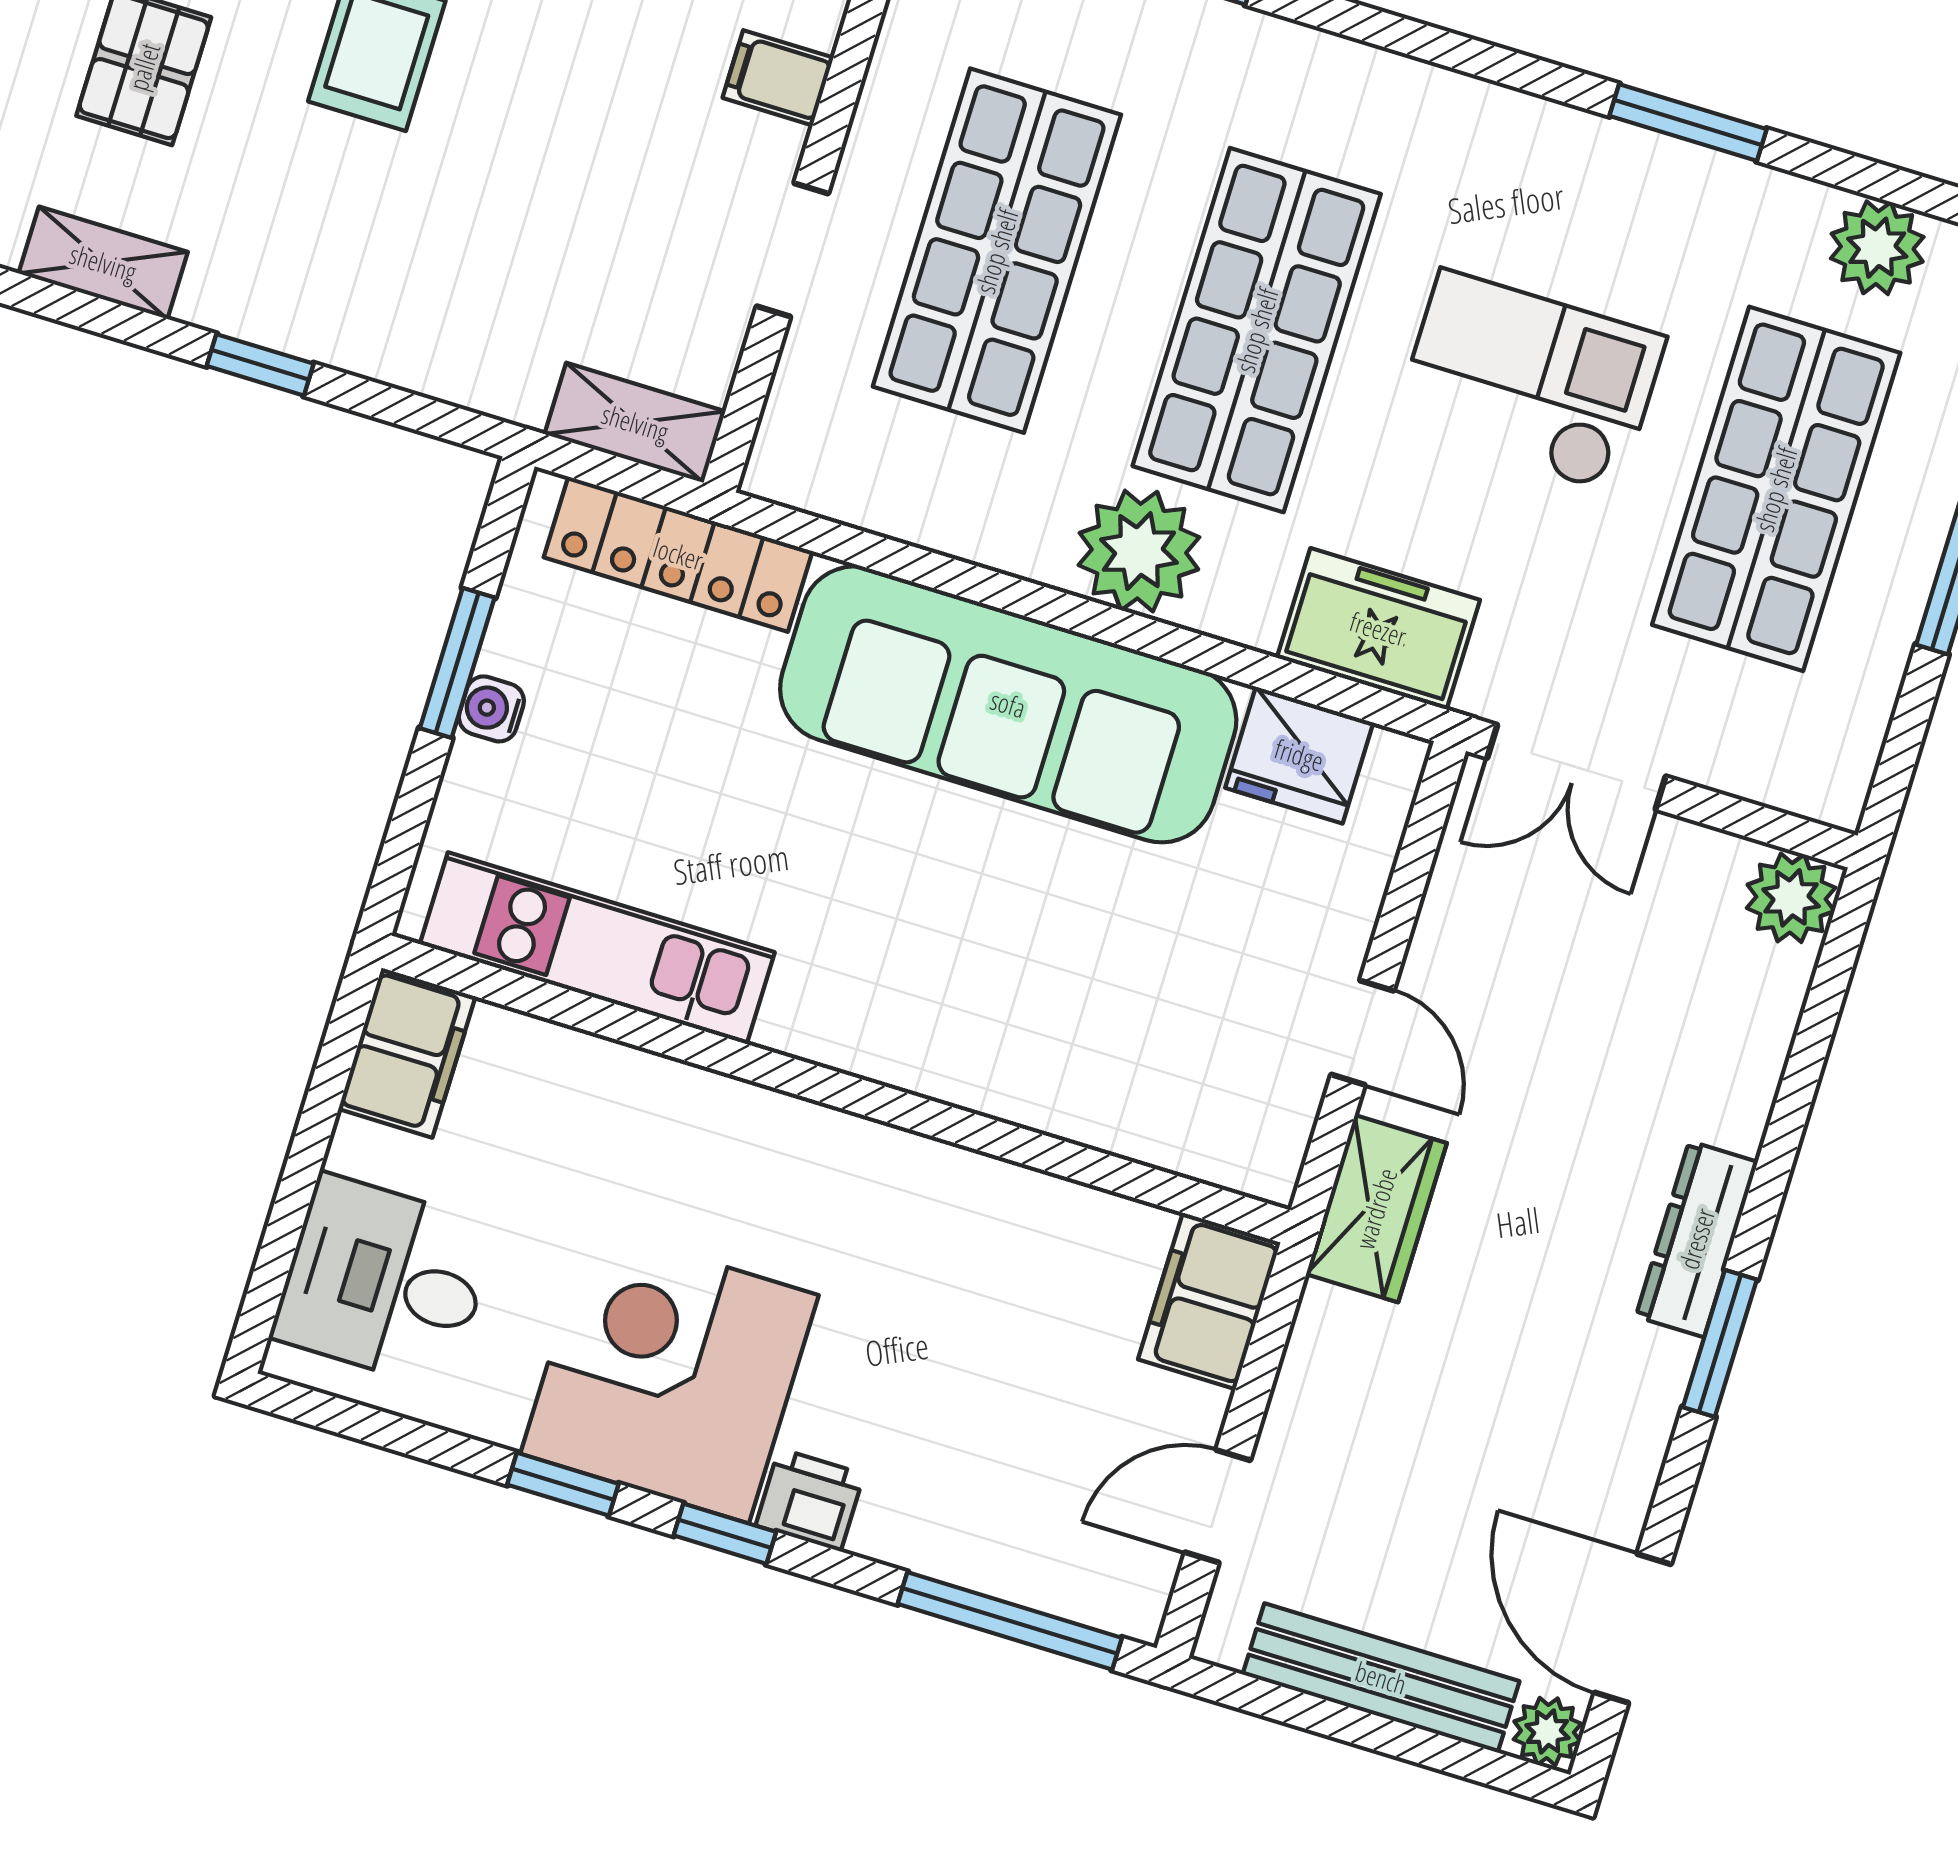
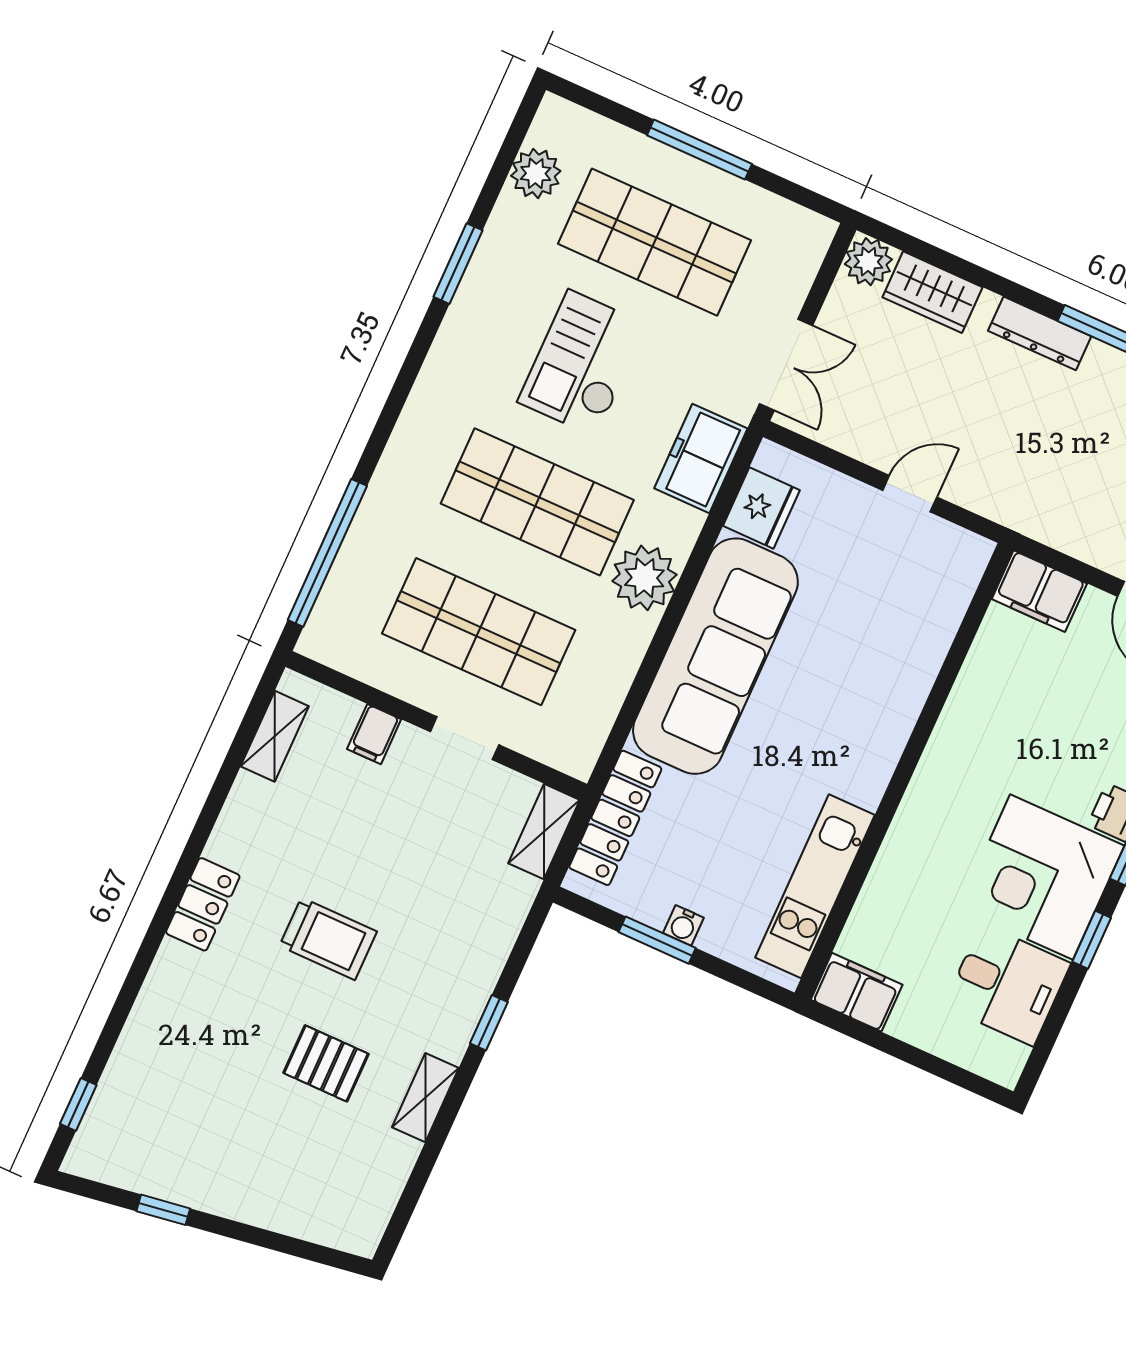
wardrobe: (1376, 1209) -> (933, 292), moved, turned 180
desk: (384, 1281) -> (1007, 985), moved, turned -90

